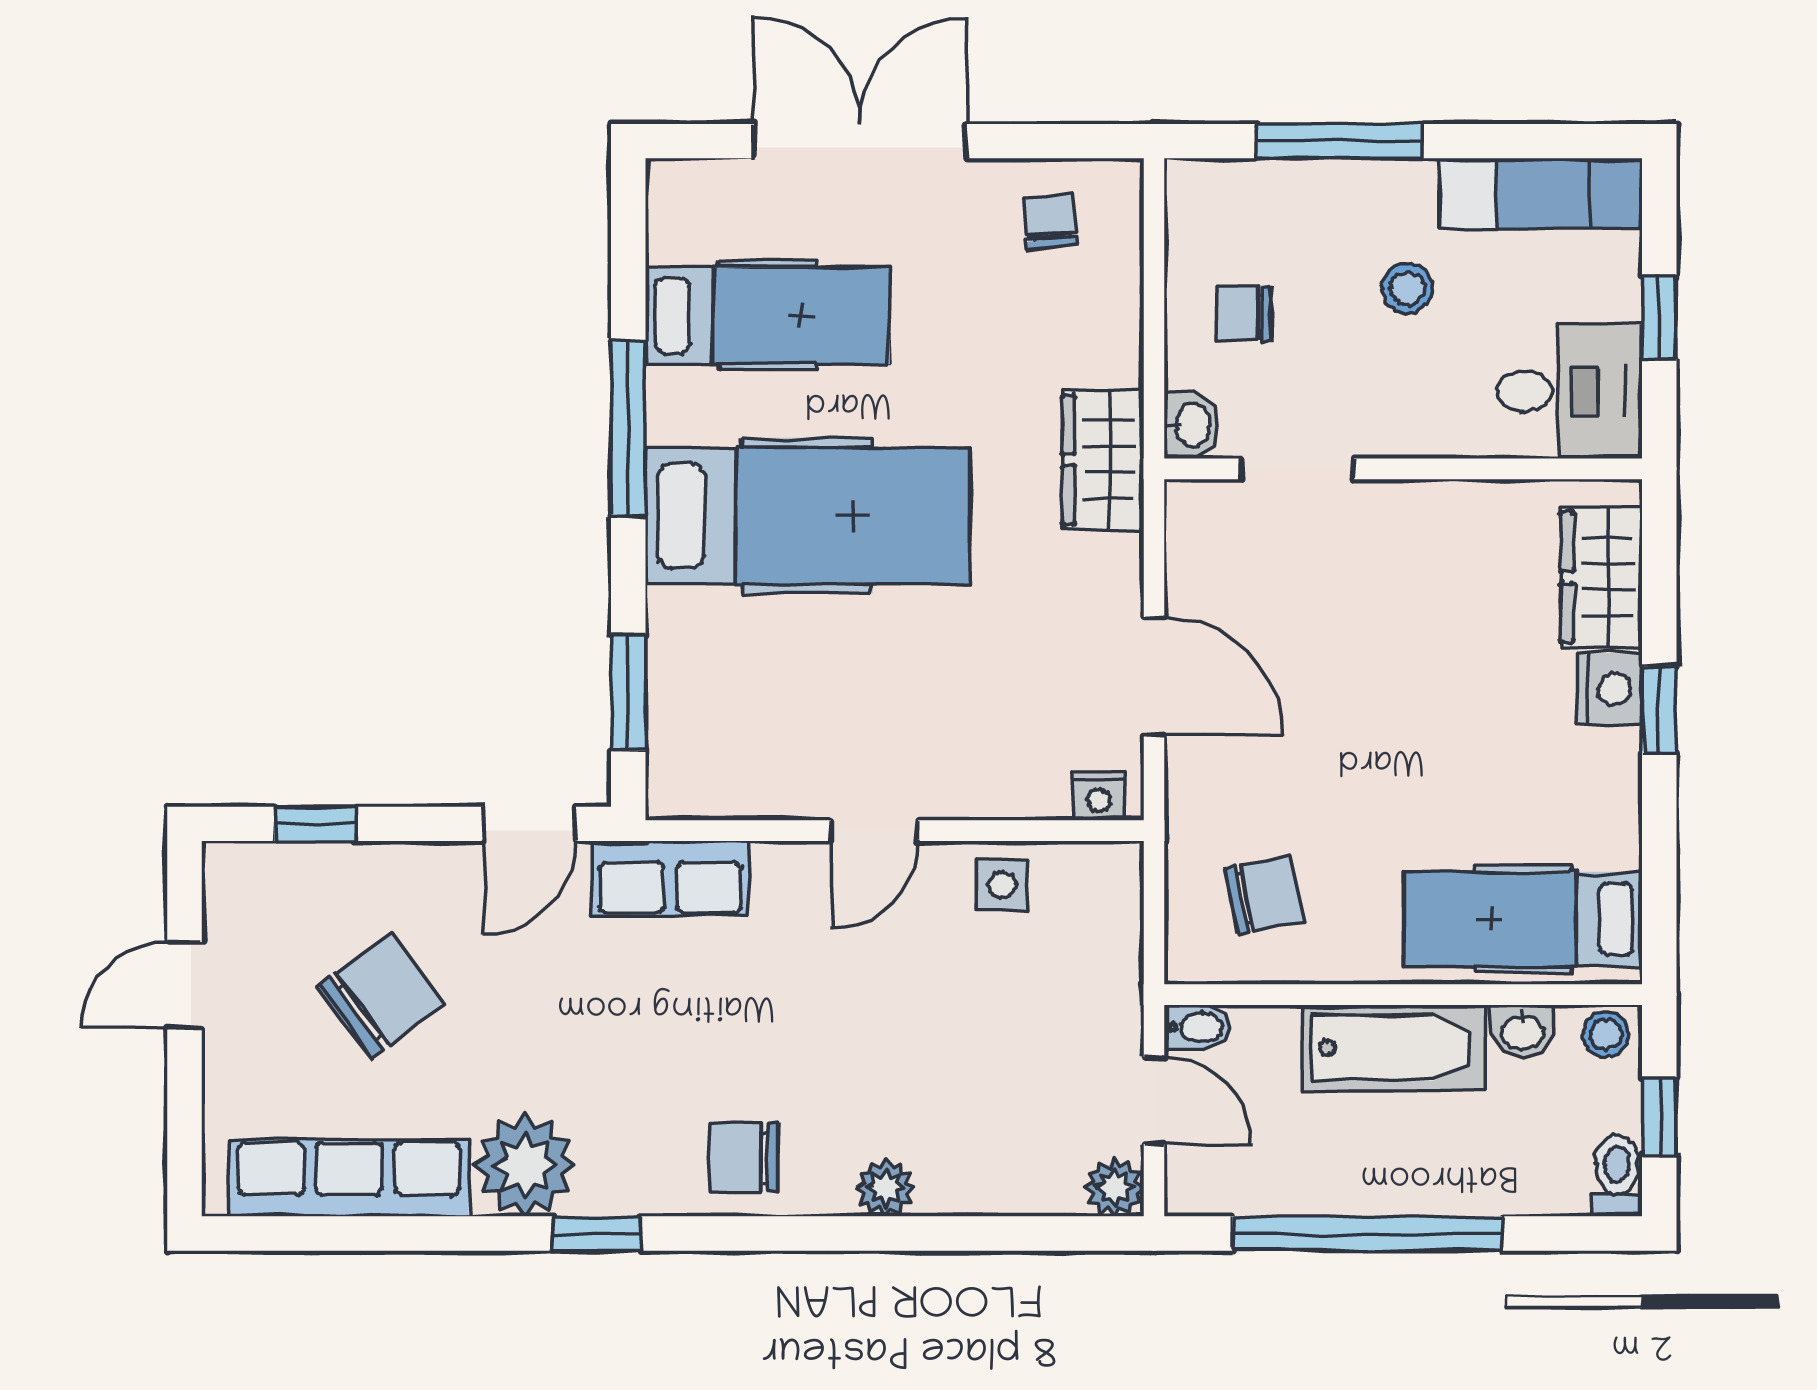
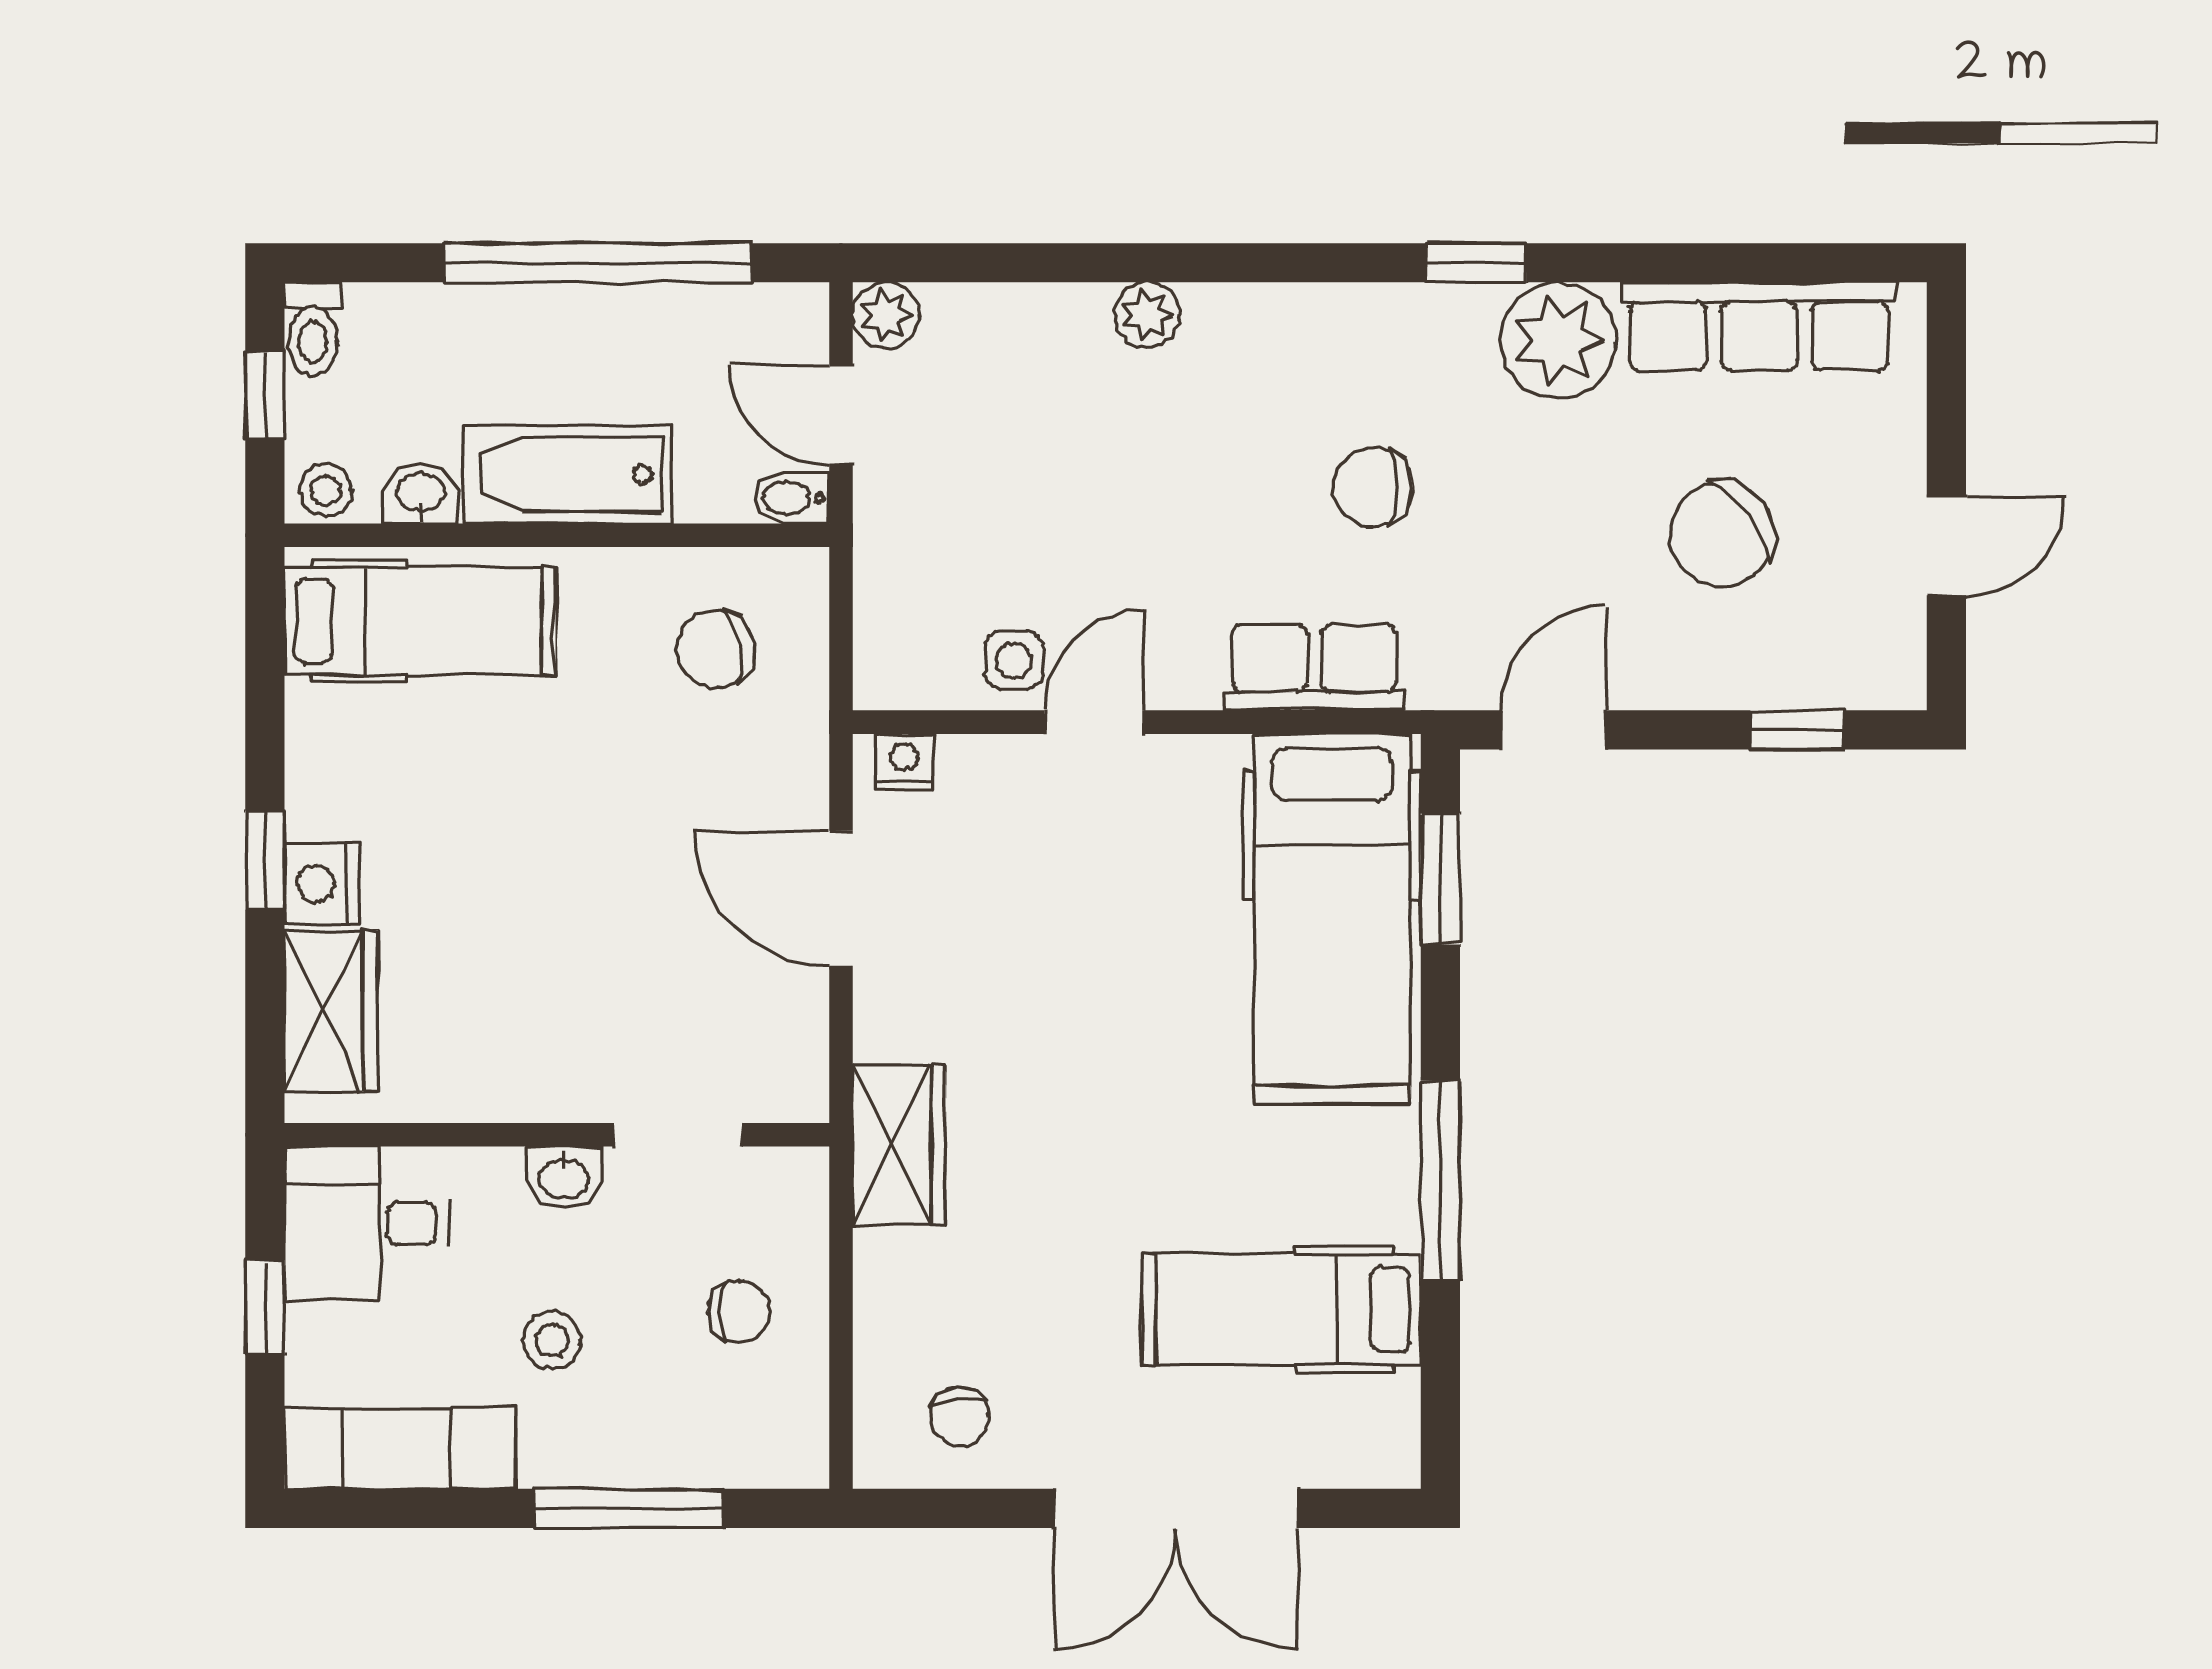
washbasin: (1191, 425) -> (564, 1177), moved, turned -90
hospital bed: (808, 516) -> (1332, 919), moved, turned -90
door: (874, 831) -> (1094, 722), moved
row of seats: (670, 879) -> (1314, 668), moved
chair: (743, 1158) -> (1373, 487), moved, turned 180

